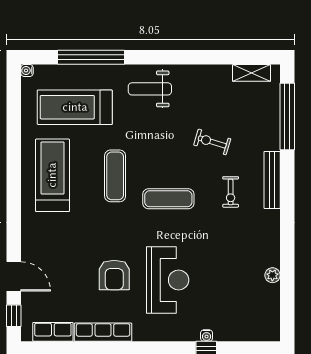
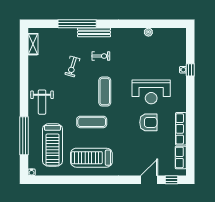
window: (287, 117) -> (77, 24), moved
reception desk: (168, 280) -> (151, 92), turned 180

